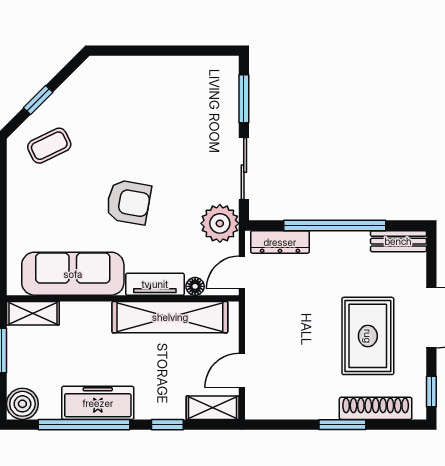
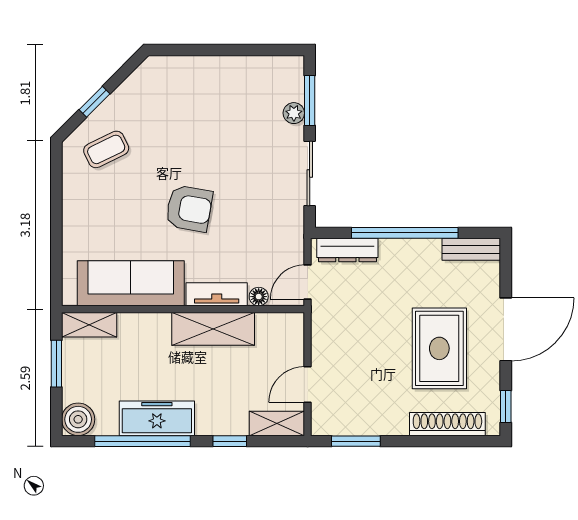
plant: (220, 223) -> (294, 113), moved, width x0.53, depth x0.53
shelving: (170, 317) -> (213, 329), width x0.68
window: (342, 425) -> (356, 441), moved

